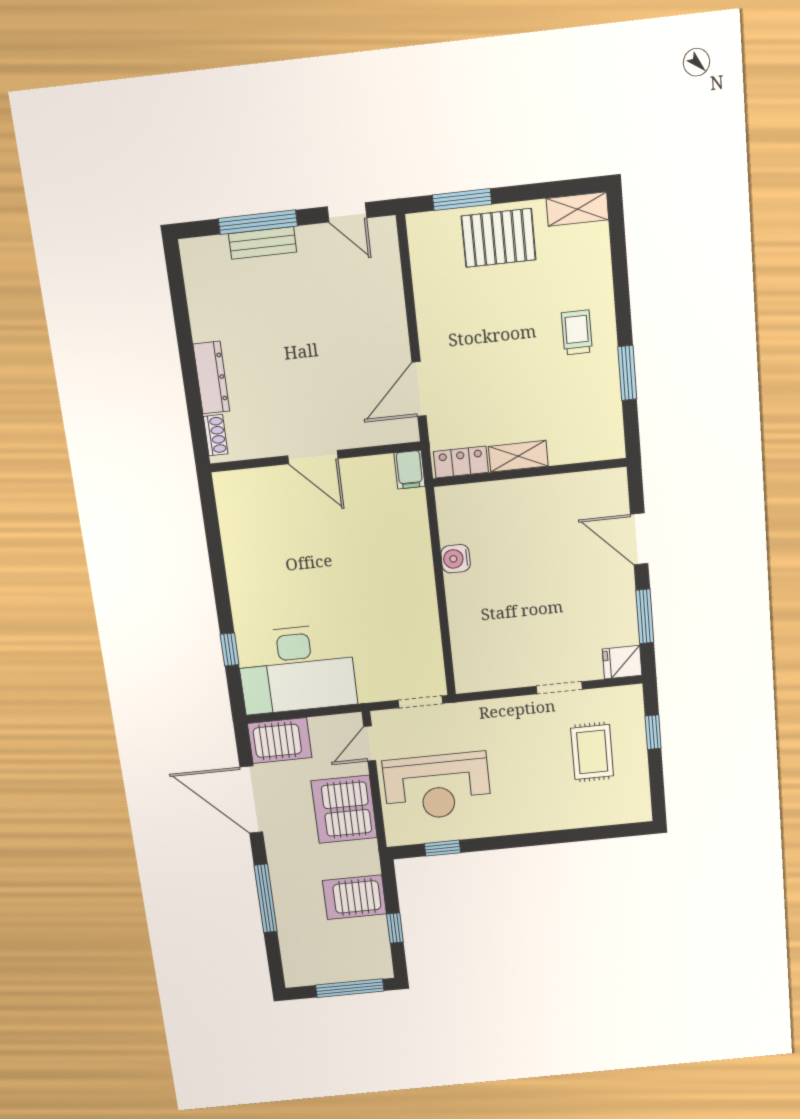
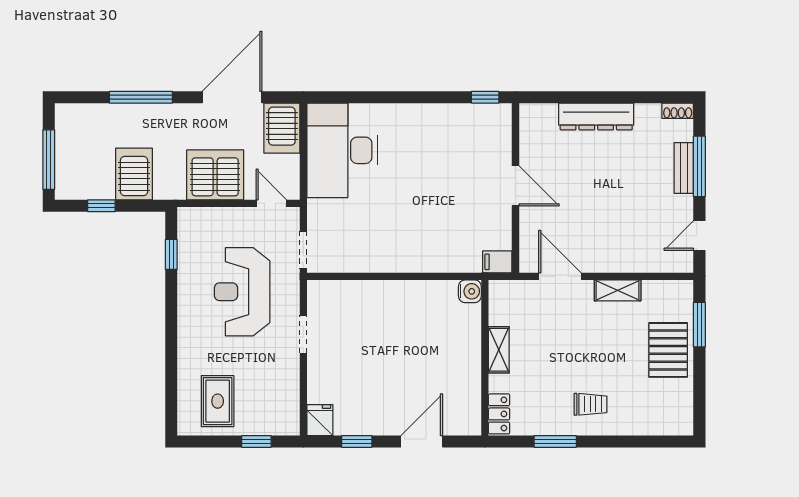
shelving: (577, 209) -> (618, 290), moved, turned 90
dresser: (211, 378) -> (596, 116), width x1.37, depth x1.24
shoe rack: (216, 435) -> (678, 111), moved
door: (313, 457) -> (515, 186), swing flipped
locker: (461, 462) -> (499, 414), moved
water cooler: (456, 559) -> (470, 291), moved, turned 90
window: (645, 616) -> (357, 441), width x0.67
window: (230, 649) -> (485, 97), moved
doorway: (559, 688) -> (303, 334), moved
rug: (592, 752) -> (218, 401), moved, turned 90
reception desk: (437, 786) -> (242, 292), moved

